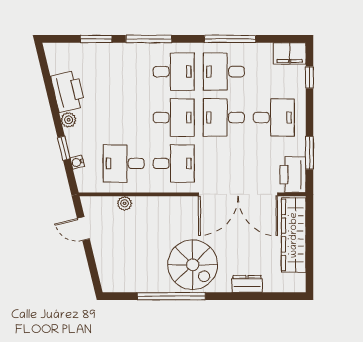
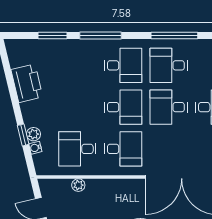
plant: (69, 120) -> (33, 134), moved

